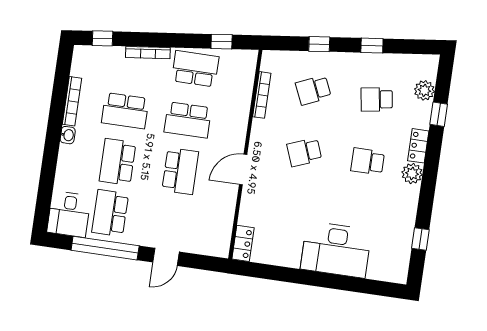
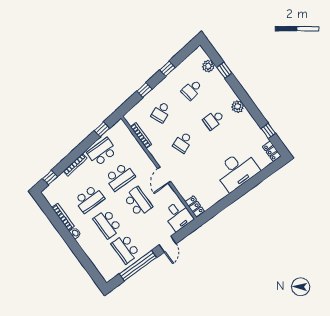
locker: (418, 146) -> (272, 151), moved
desk: (69, 214) -> (178, 216), moved

